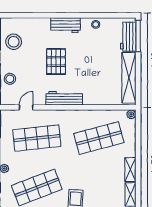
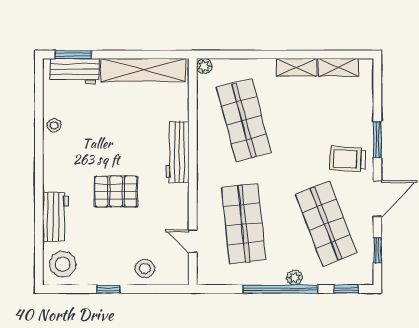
workbench: (66, 25) -> (55, 217), moved
window: (138, 36) -> (73, 54), width x0.69
stool: (14, 42) -> (63, 264), moved
workbench: (64, 98) -> (177, 152), moved

